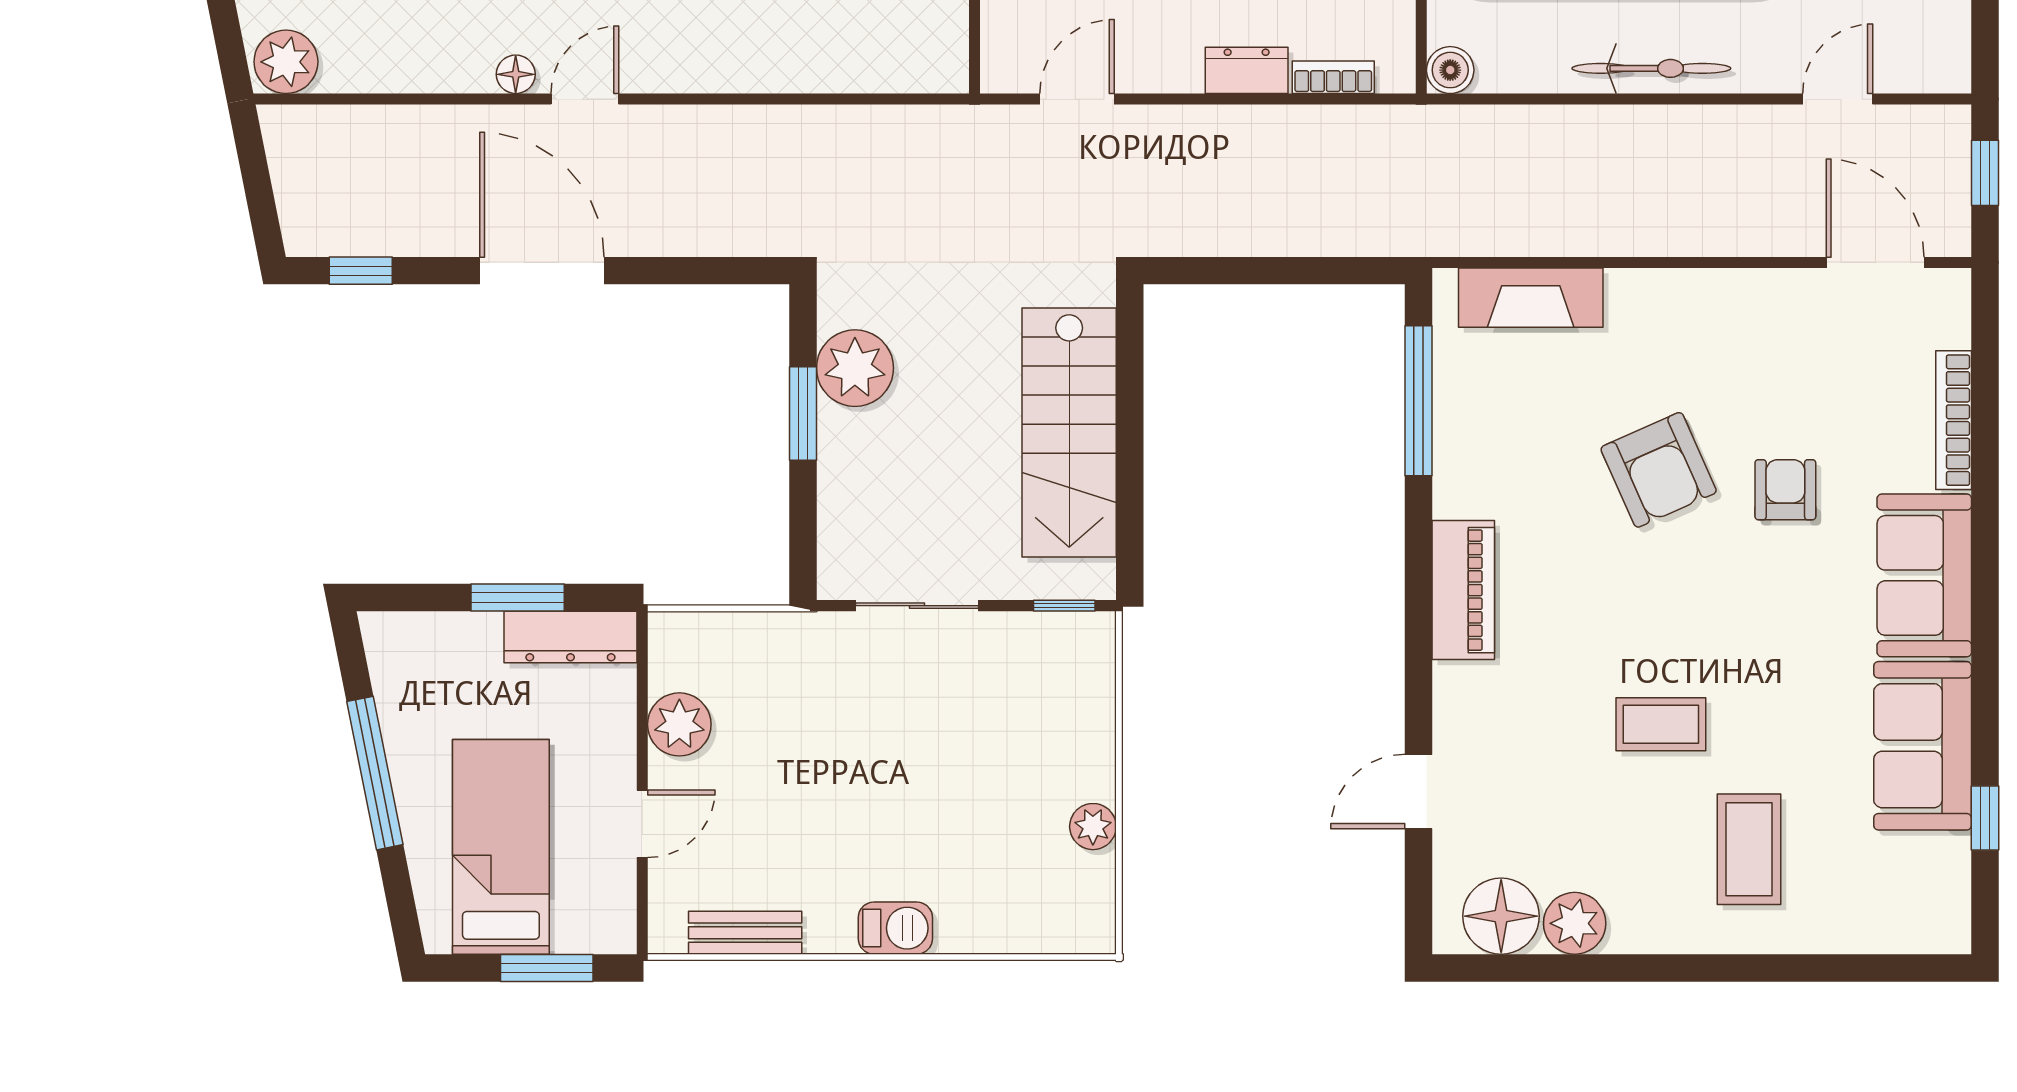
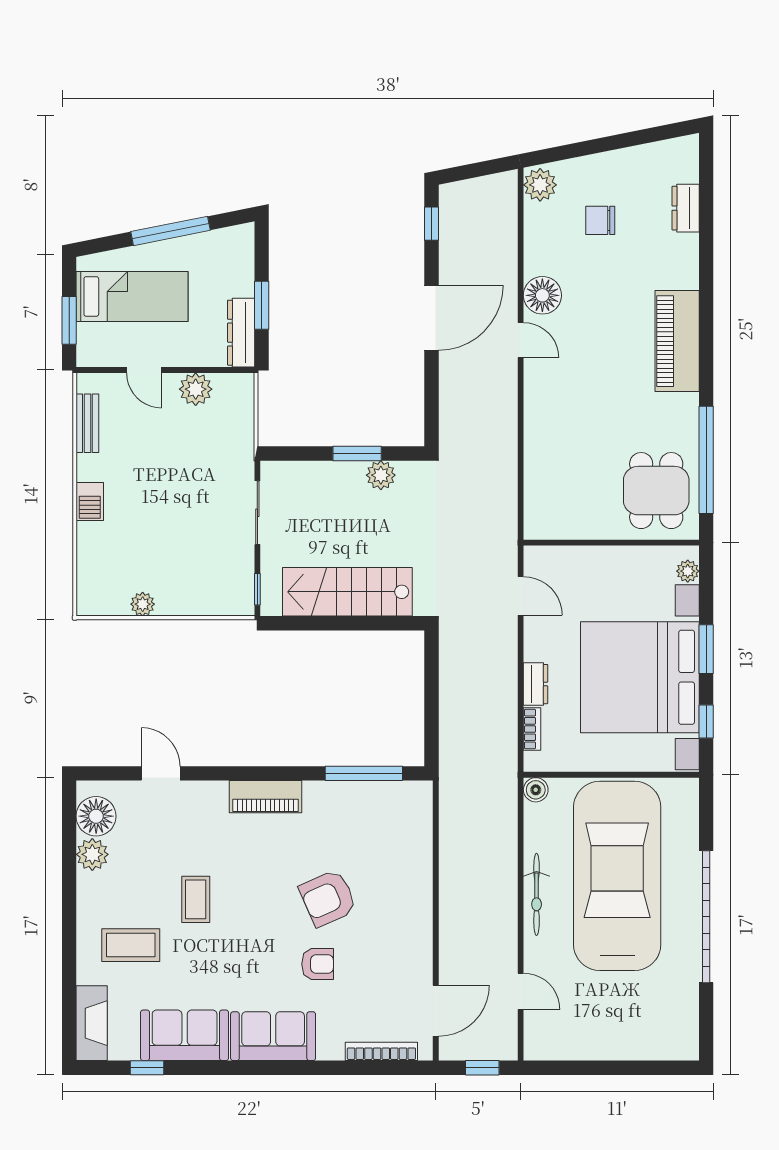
floor lamp: (516, 74) -> (542, 295), width x1.89, depth x1.89
fireplace: (1531, 298) -> (92, 1023), moved, turned 180
plant: (855, 368) -> (381, 475), width x0.73, depth x0.73
bookcase: (1954, 420) -> (381, 1051), moved

